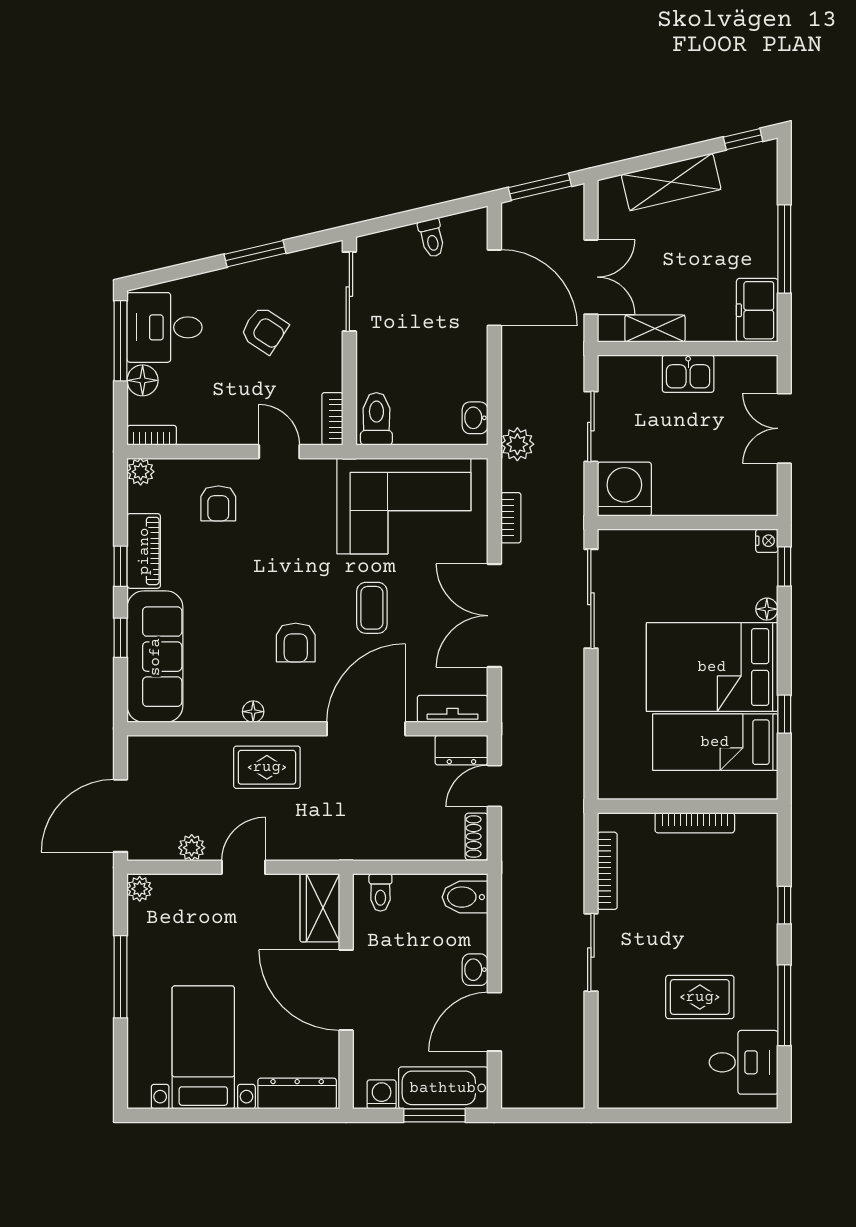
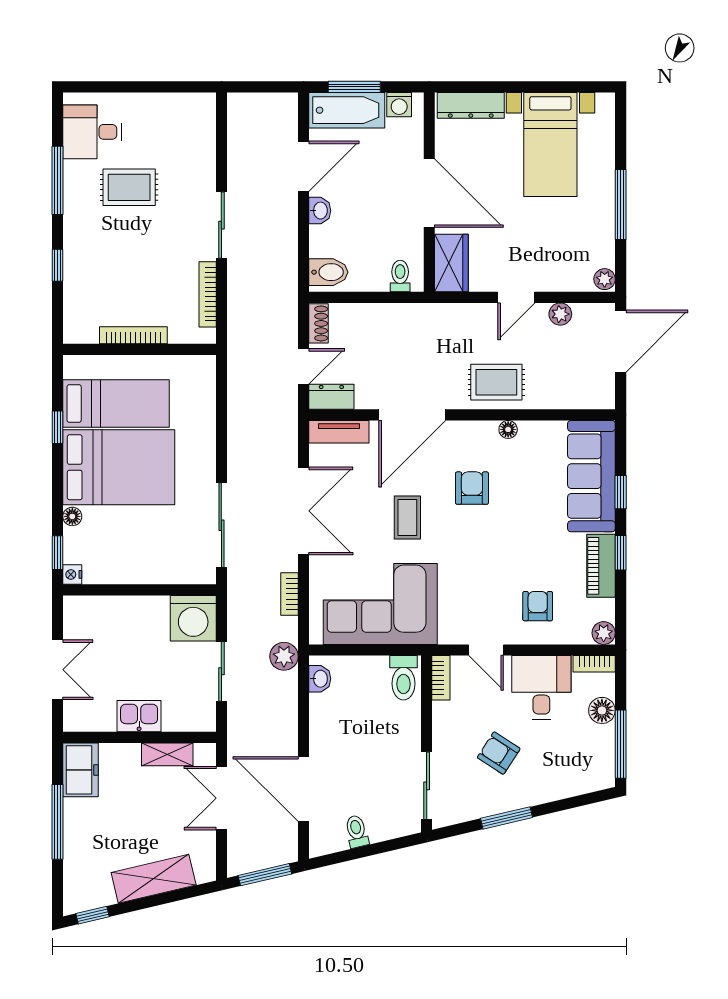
desk: (165, 327) -> (541, 687), moved, turned -90

